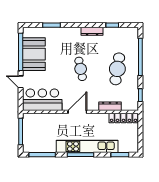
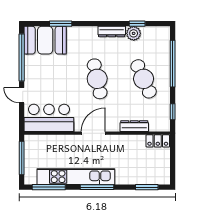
plant: (109, 33) -> (134, 33), added
booth: (34, 54) -> (45, 40), moved, turned 90
cafe table: (81, 69) -> (97, 79), width x1.37, depth x1.35
cafe table: (117, 69) -> (144, 79), turned -33
locker: (123, 118) -> (158, 141), width x0.66
kitchen unit: (87, 146) -> (76, 177), moved

